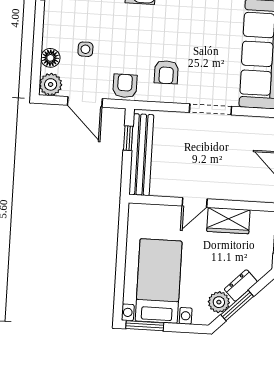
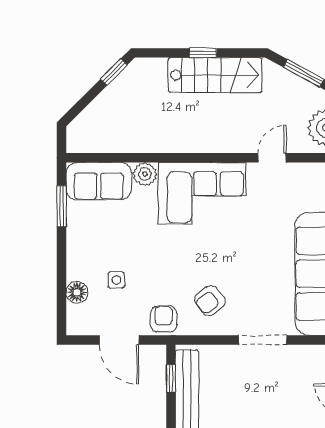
armchair: (166, 72) -> (210, 301), turned 53
plant: (51, 84) -> (79, 322), removed

